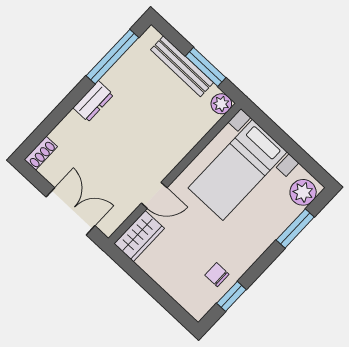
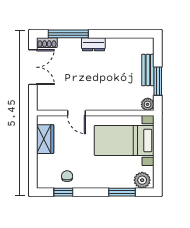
window: (112, 57) -> (68, 34), moved
bench: (182, 66) -> (148, 70), width x0.73
double door: (71, 211) -> (33, 67), moved
wardrobe: (139, 236) -> (45, 139), moved, turned -90

